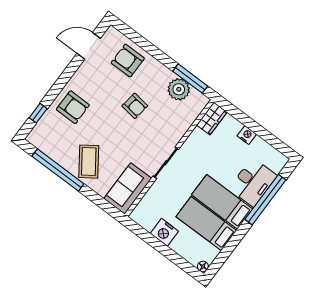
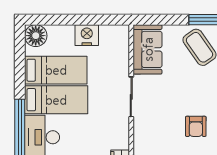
armchair: (135, 106) -> (196, 126), turned -98
floor lamp: (203, 266) -> (36, 36), width x1.89, depth x1.89

